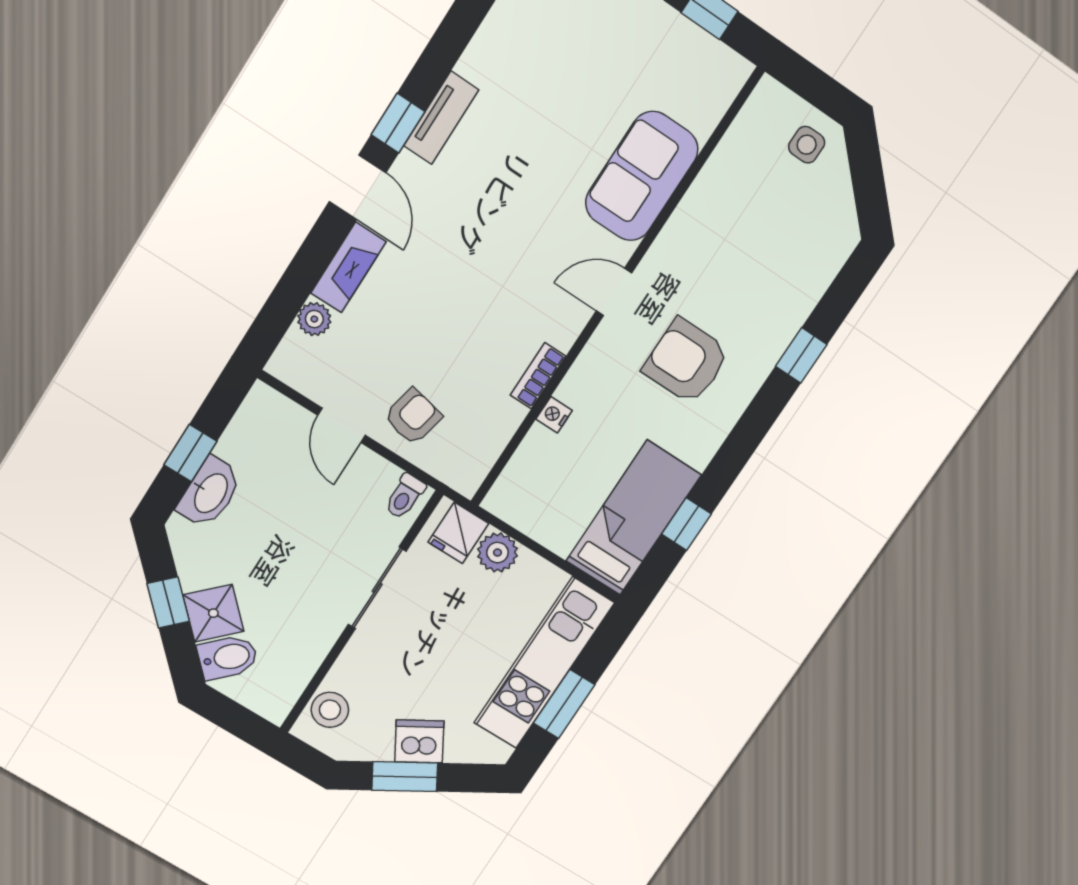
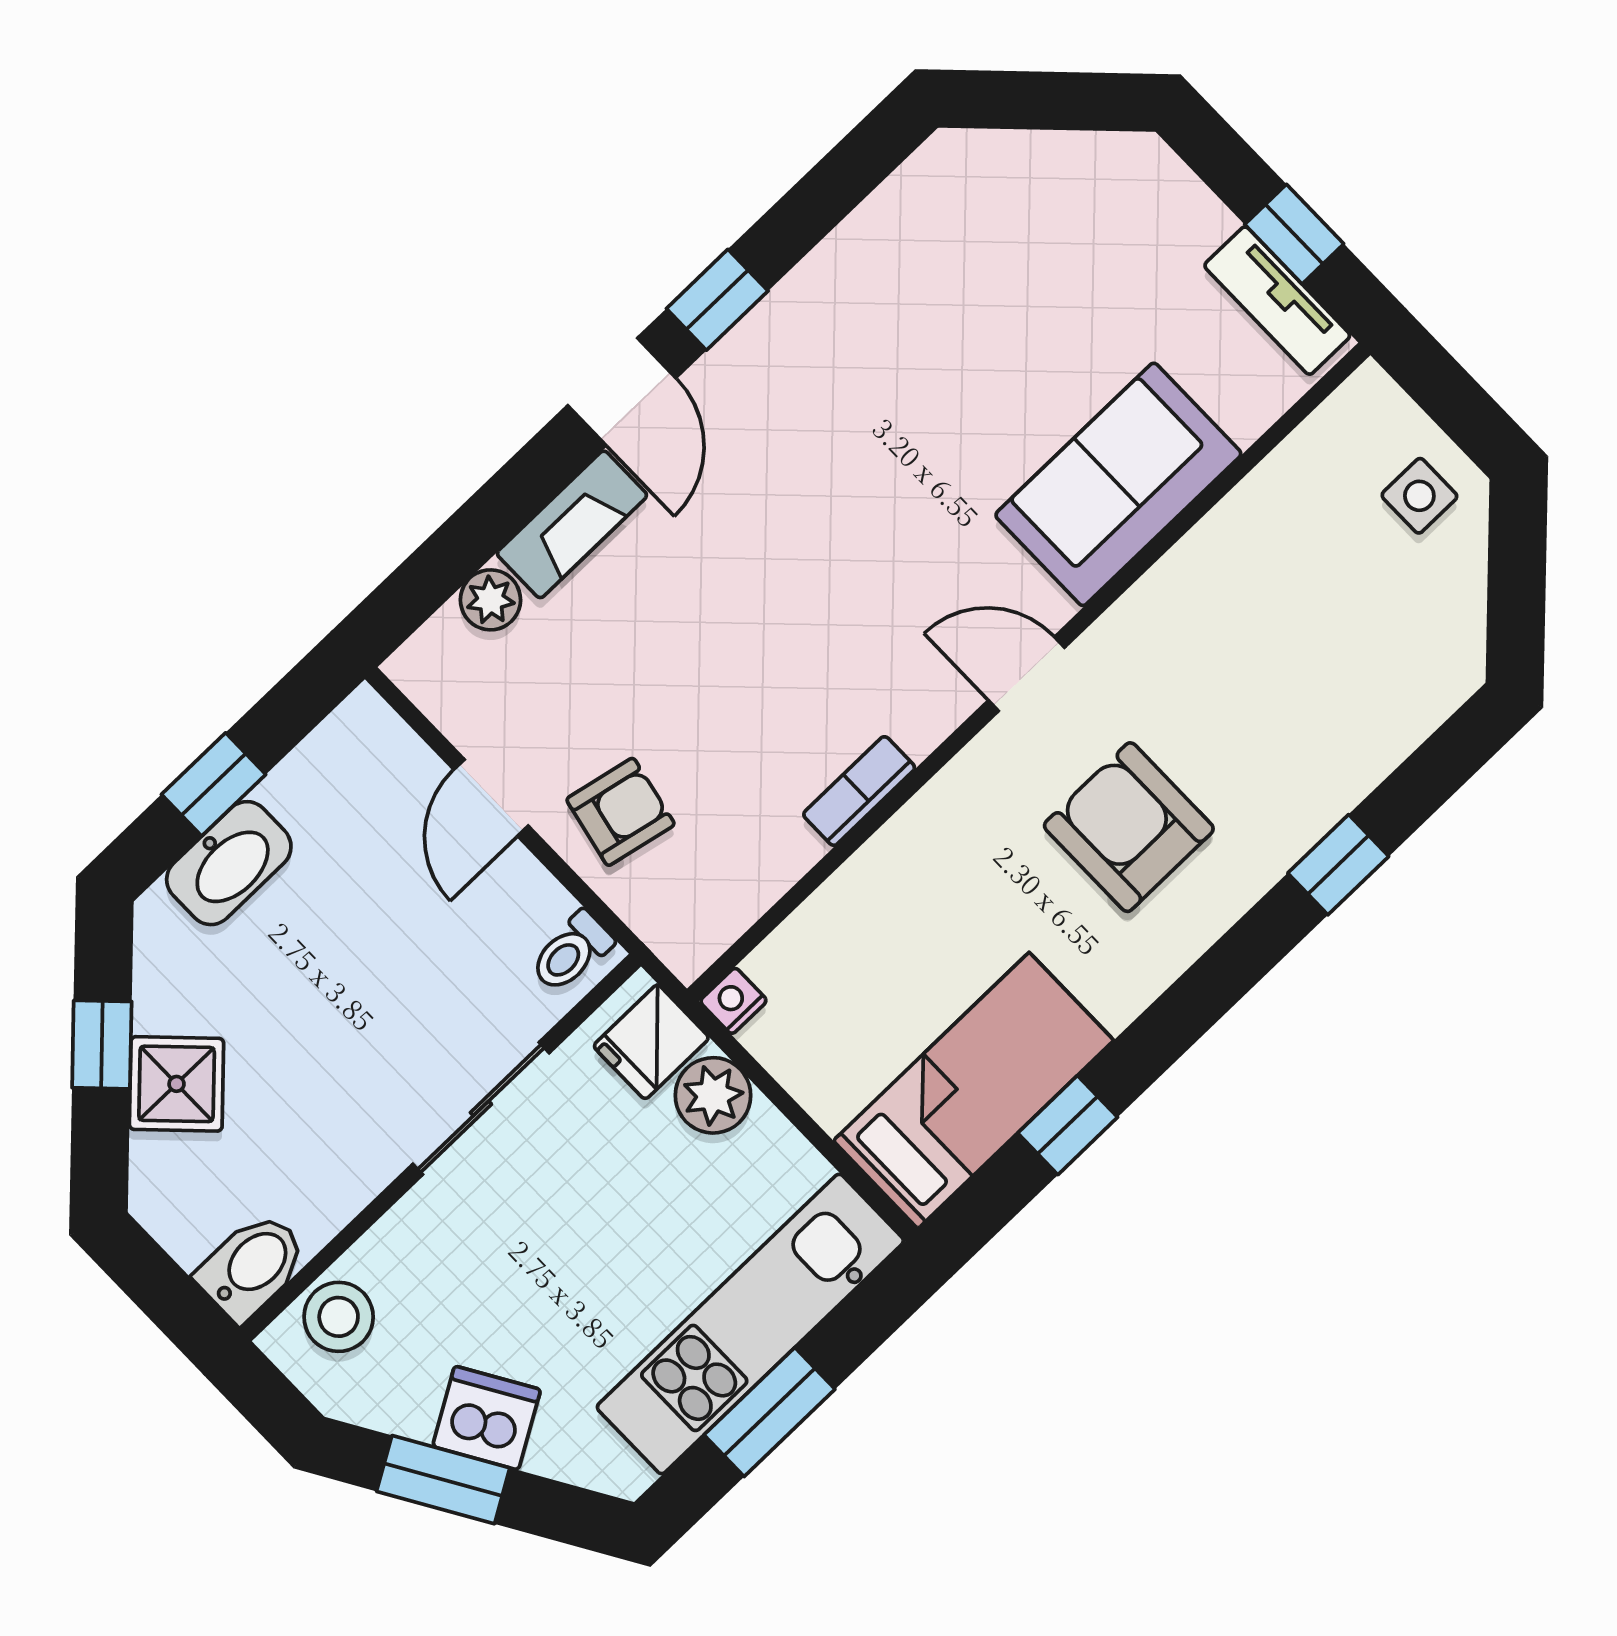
tv unit: (441, 118) -> (1277, 301), moved, turned 90
nightstand: (554, 415) -> (733, 1001), moved
bidet: (228, 657) -> (252, 1267), moved, turned -45

